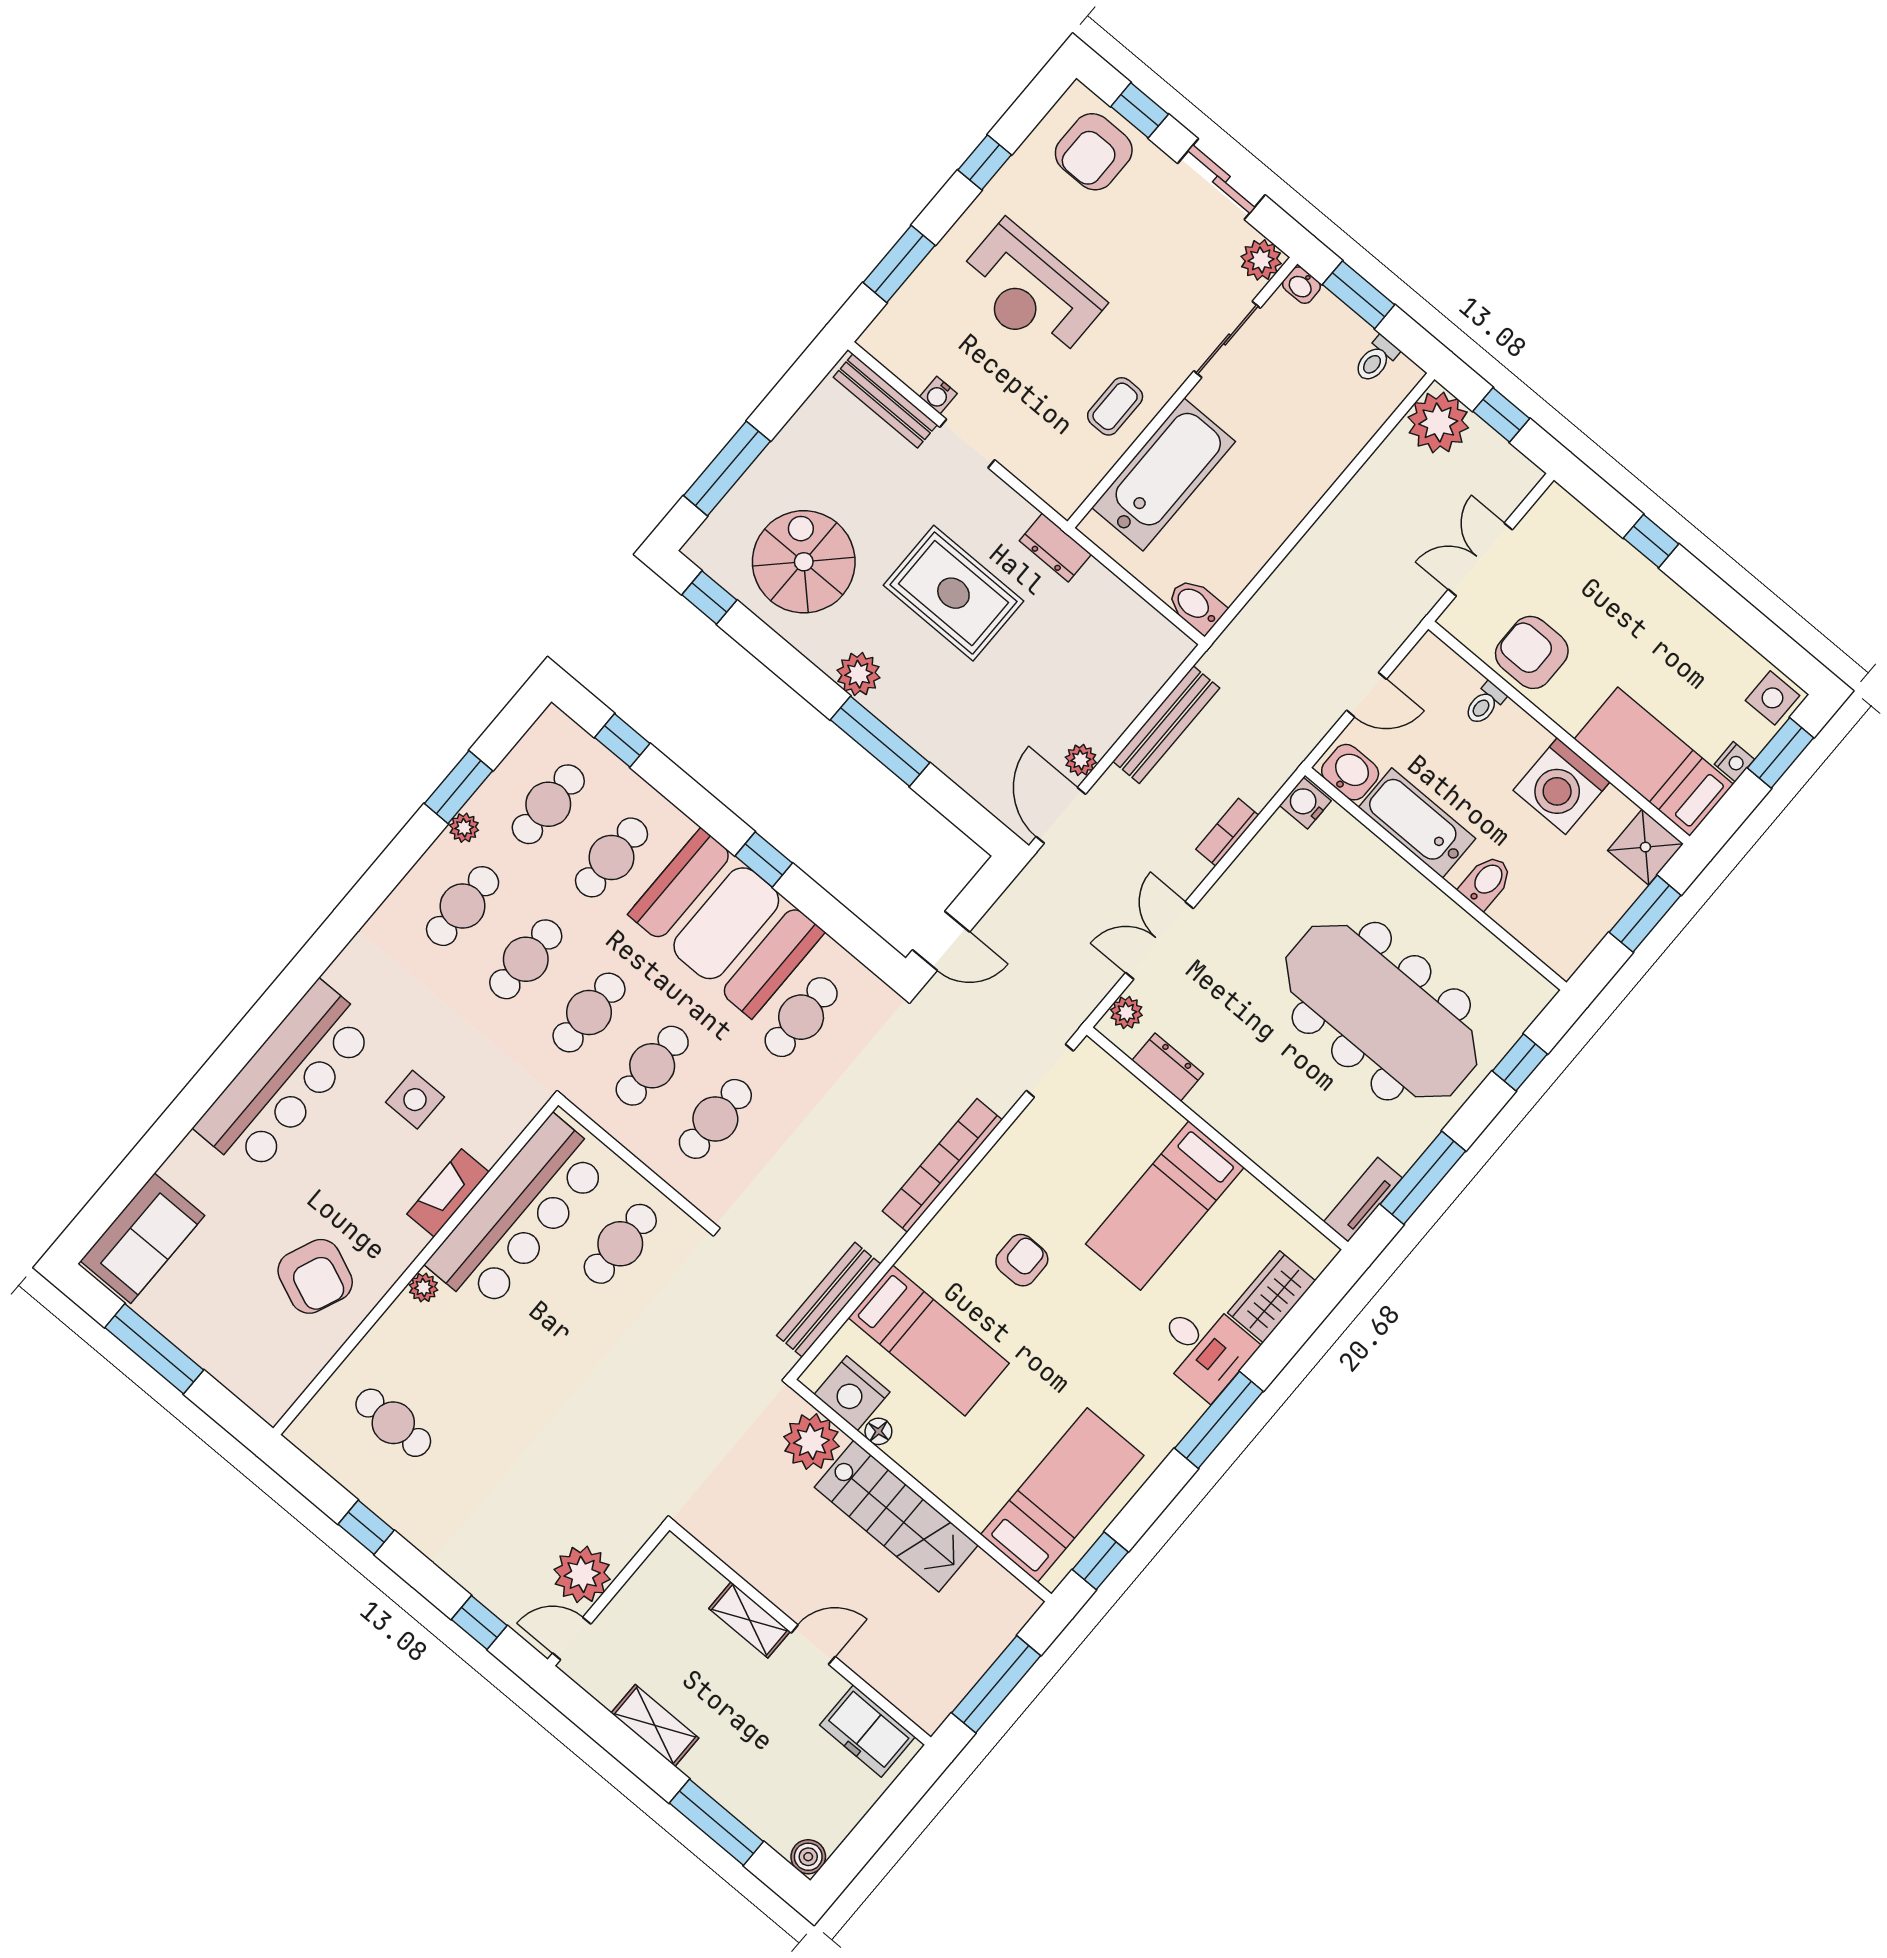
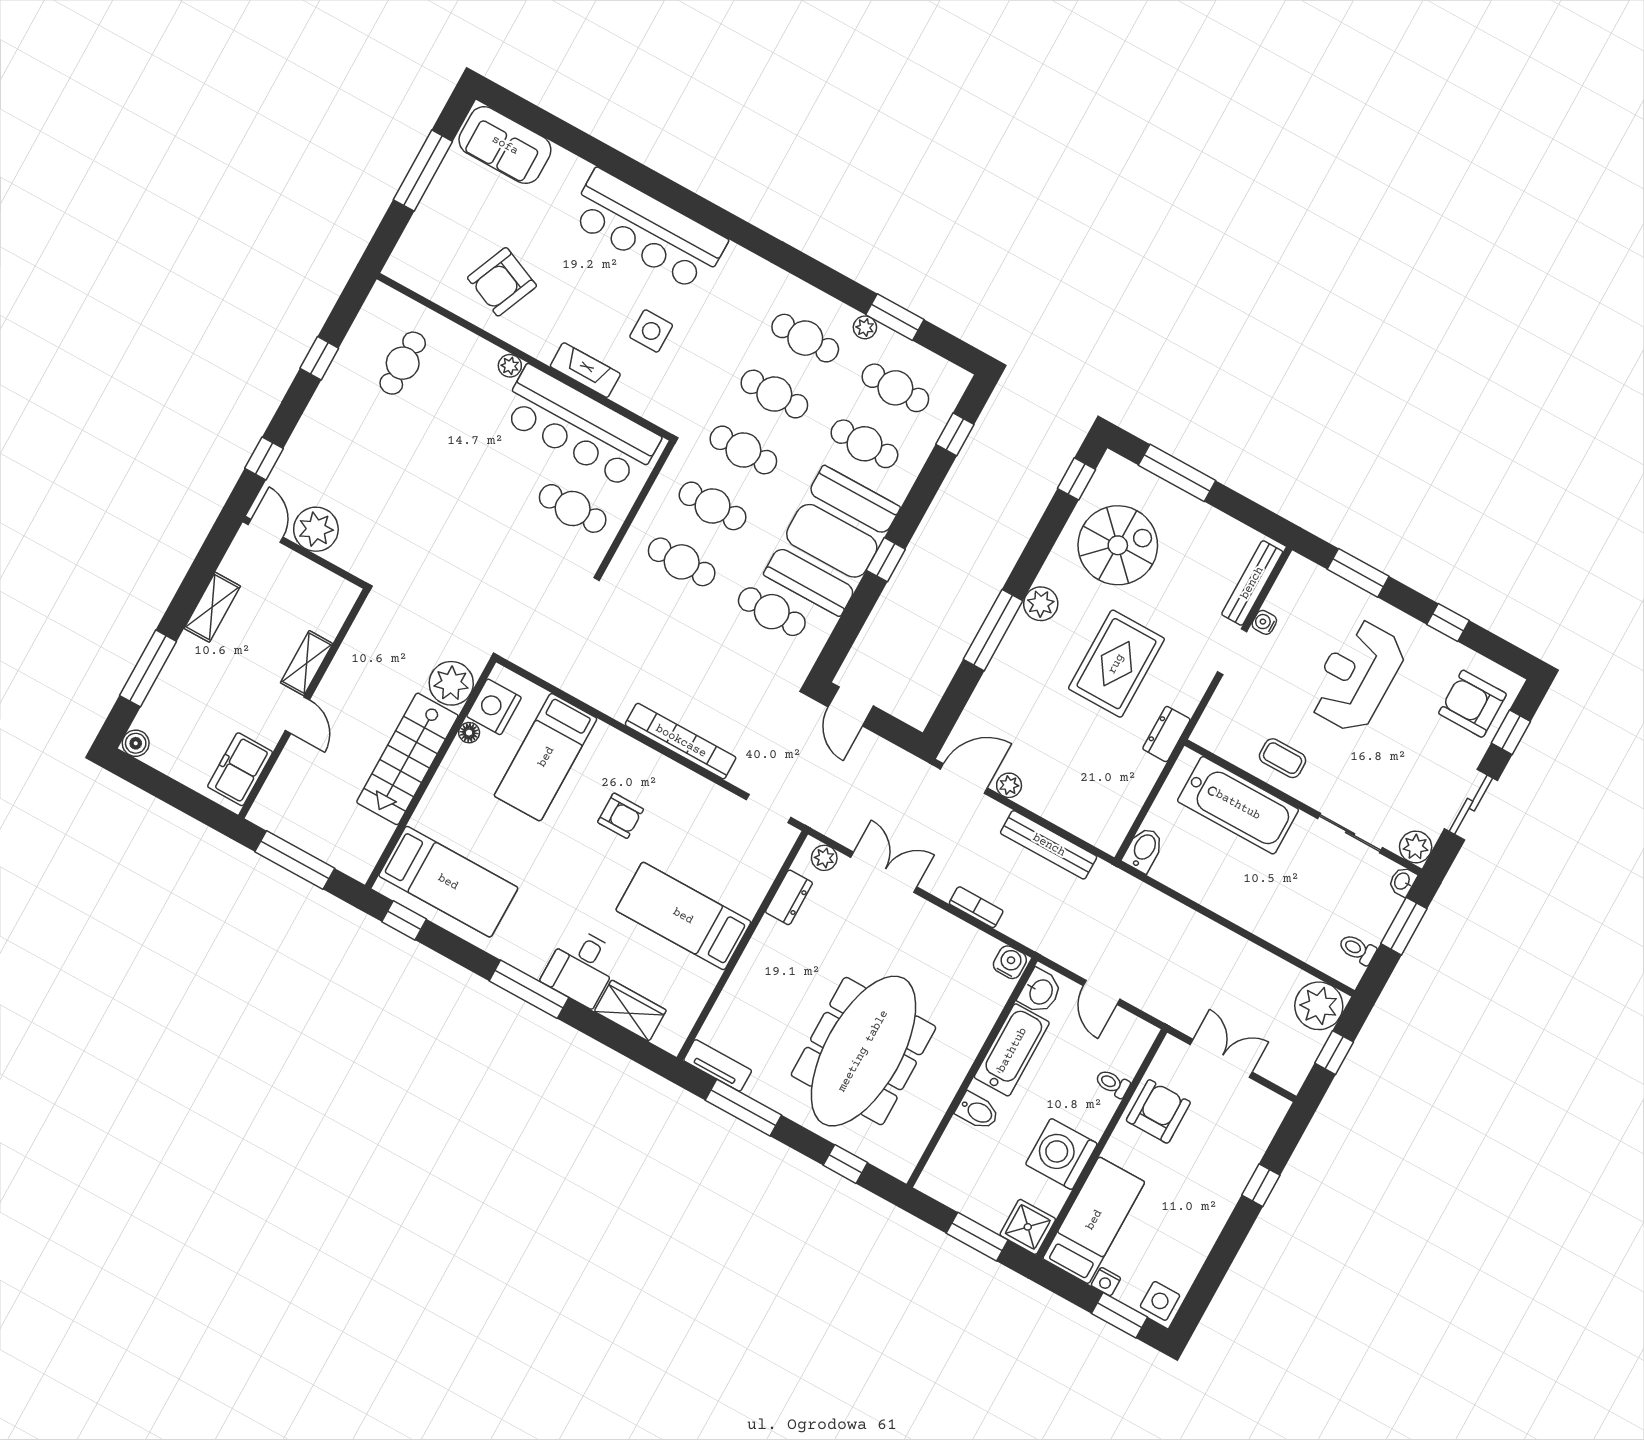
bench: (829, 1300) -> (561, 675), removed

